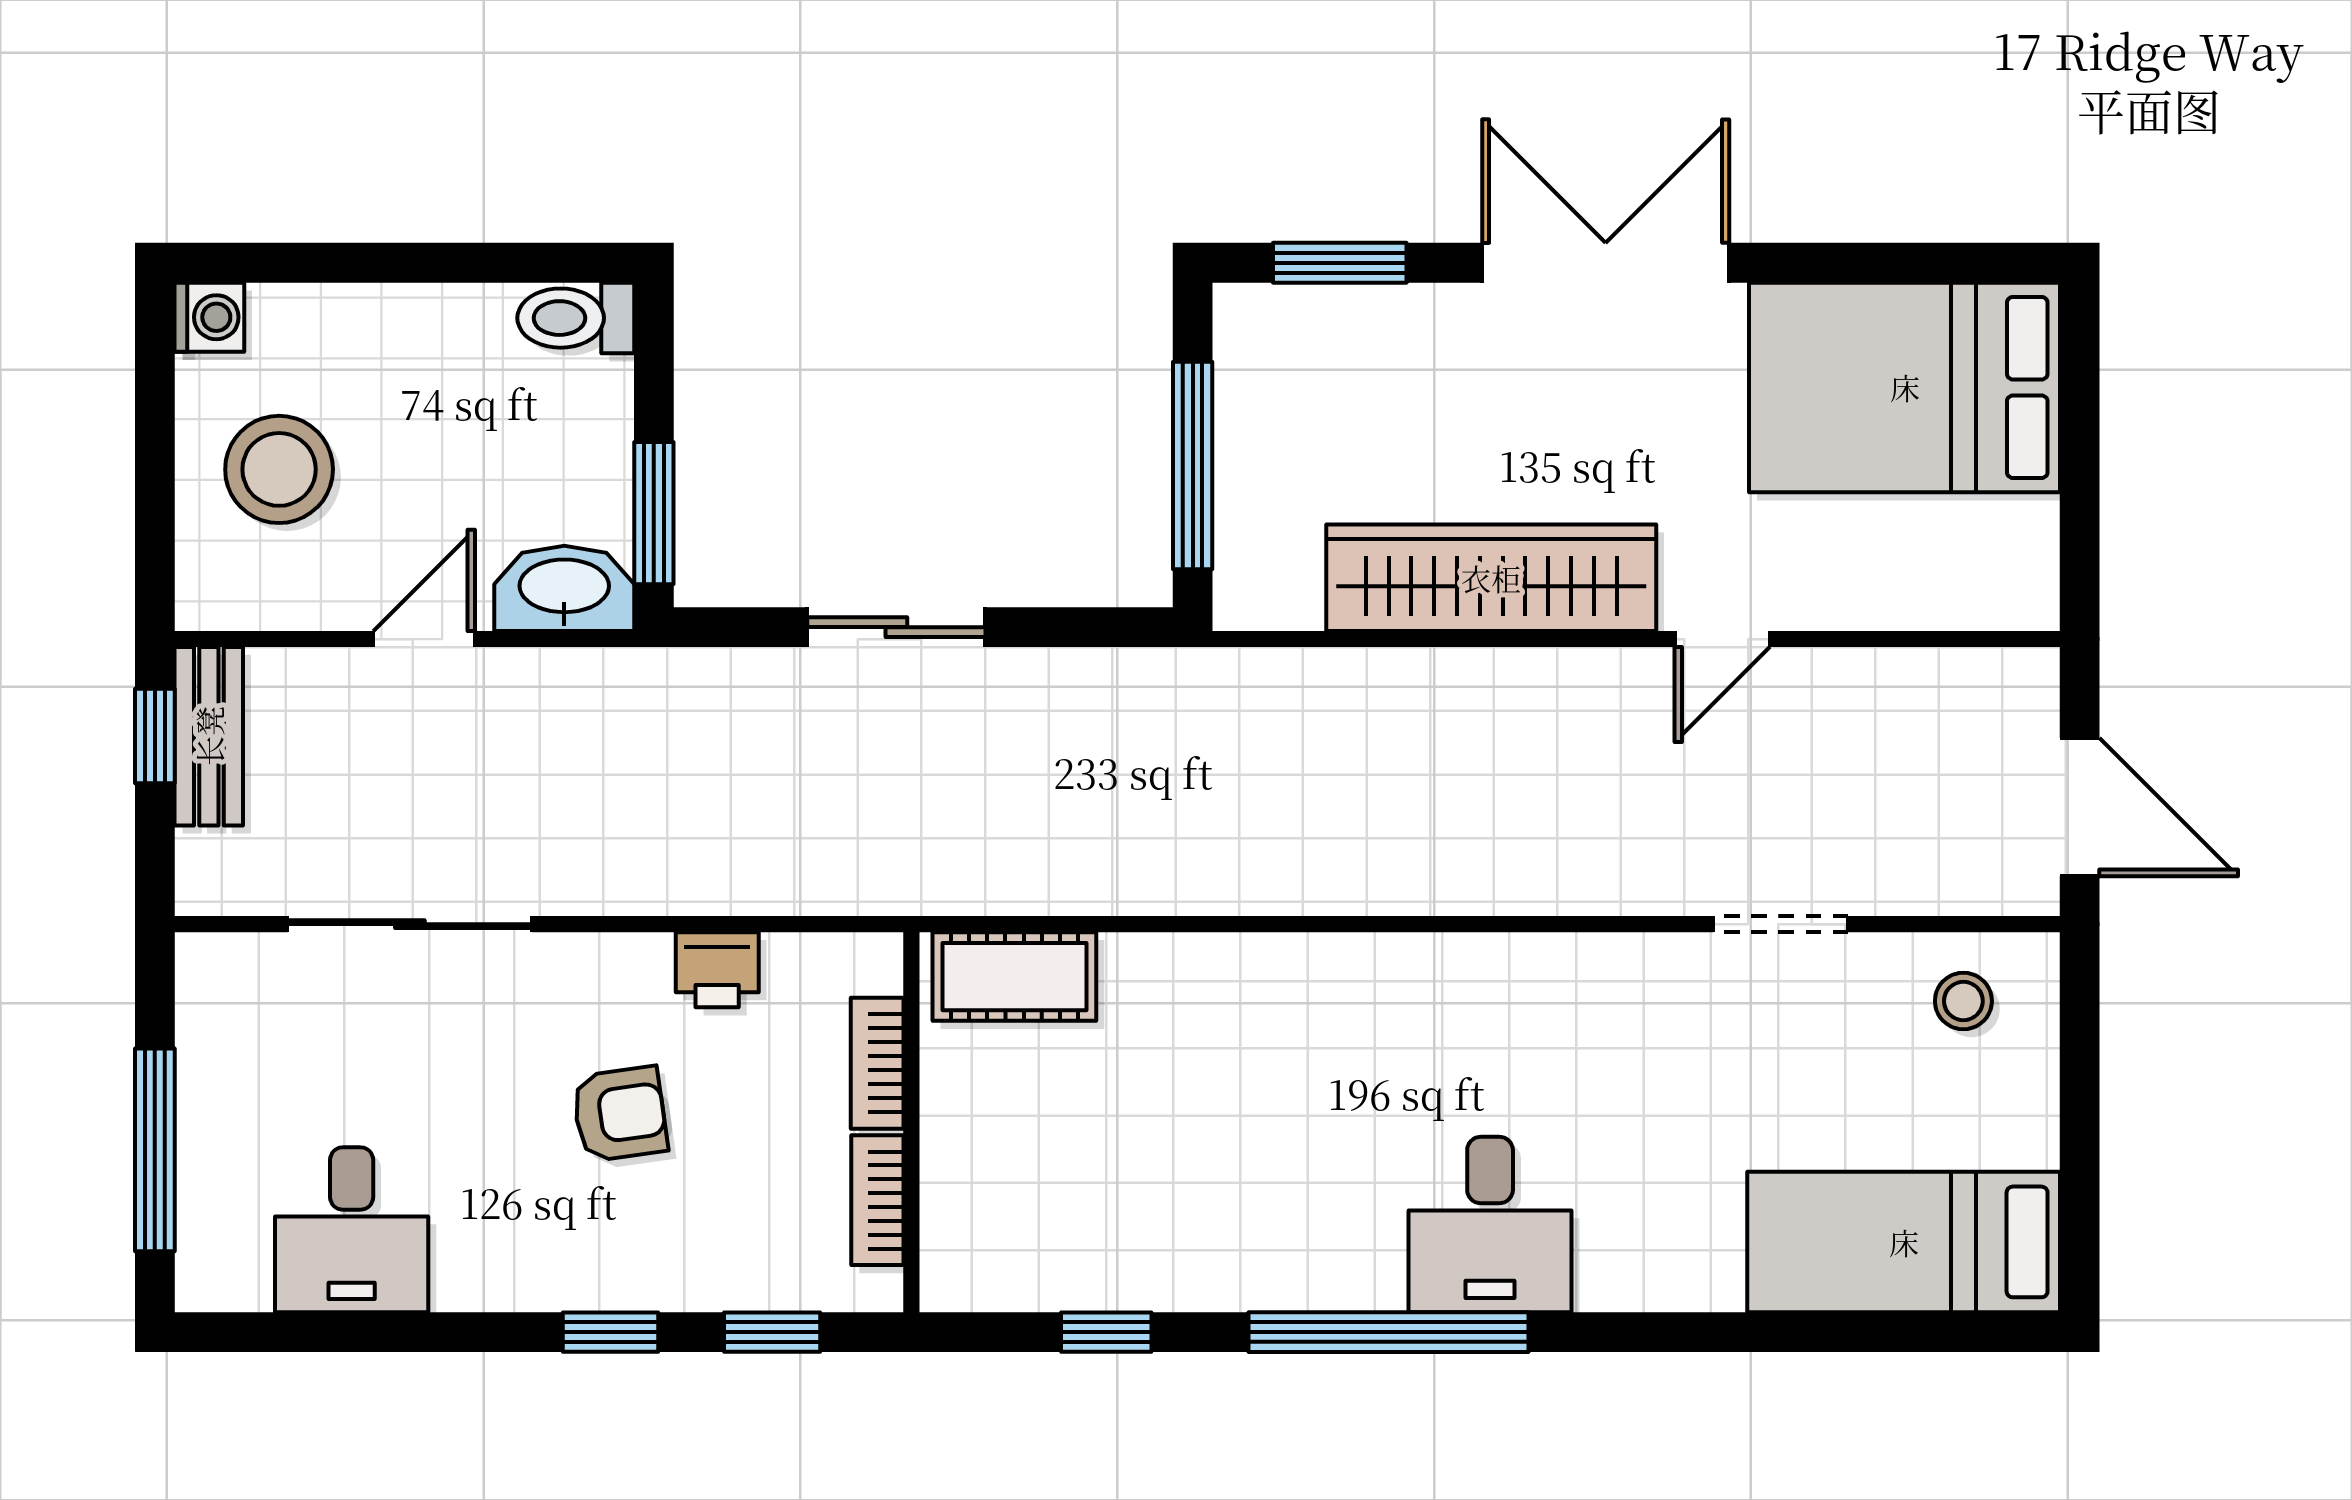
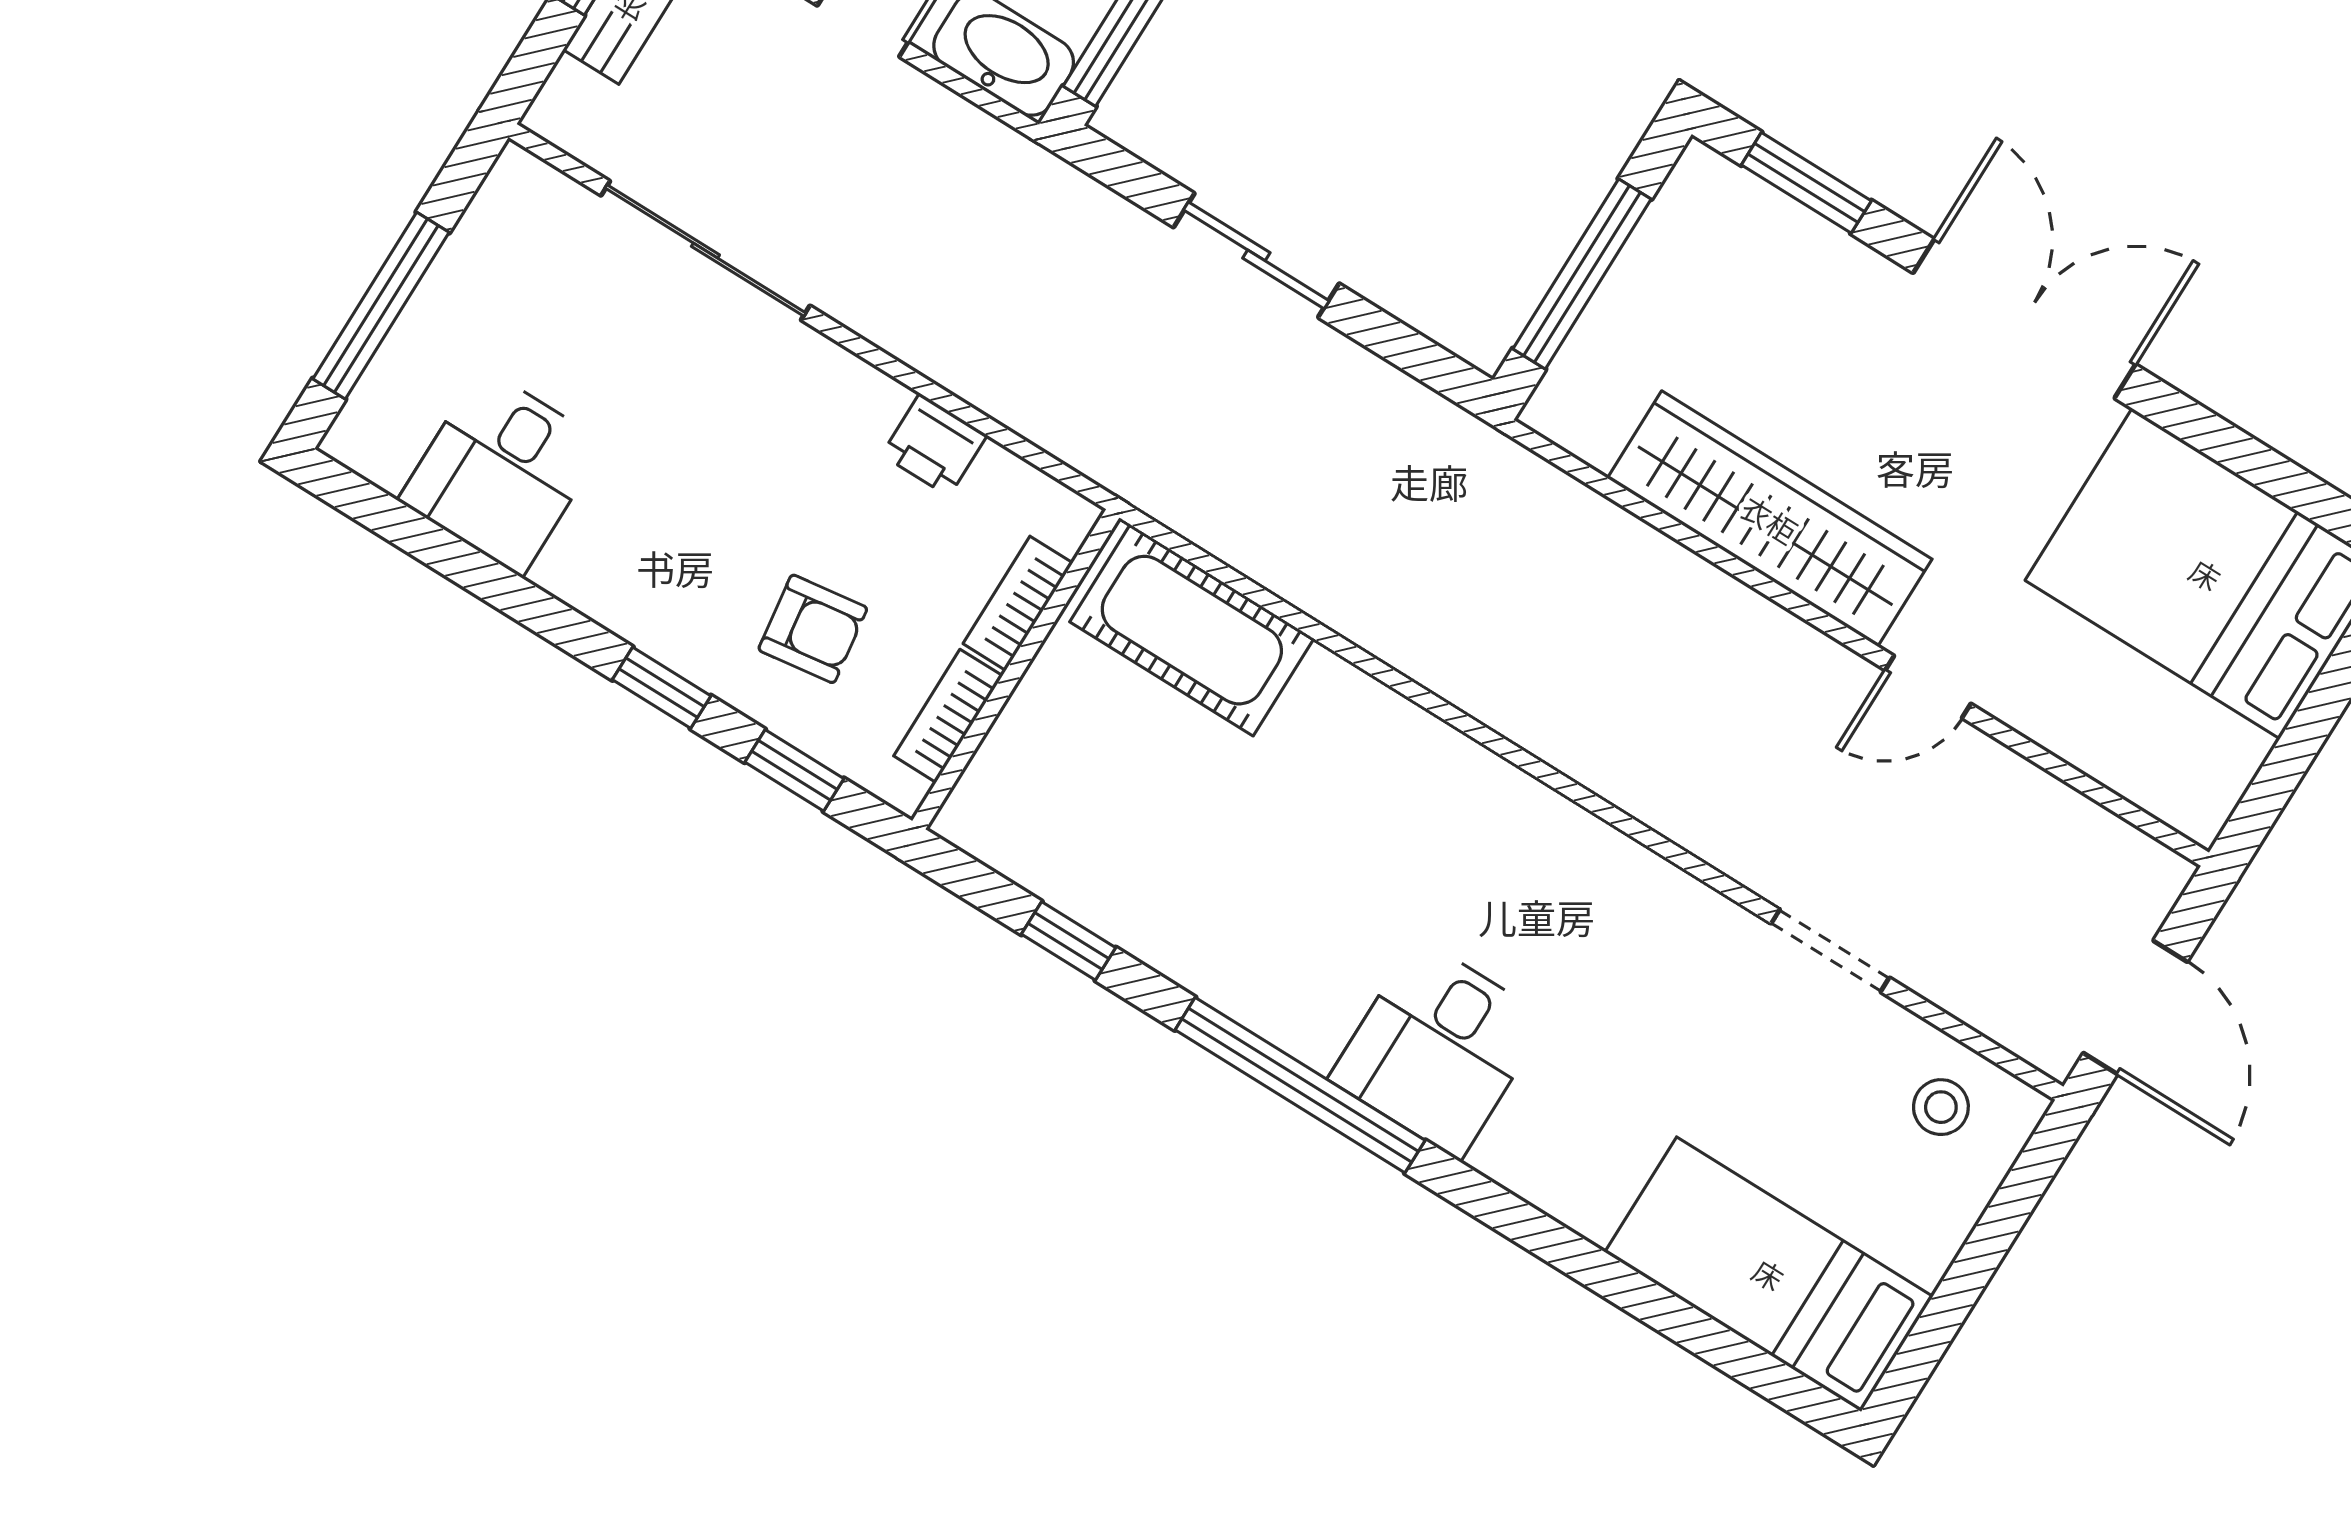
cot: (1014, 977) -> (1192, 630), width x1.37, depth x1.34
armchair: (620, 1114) -> (813, 629), moved

